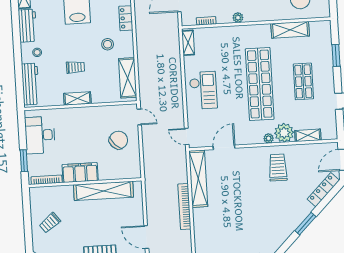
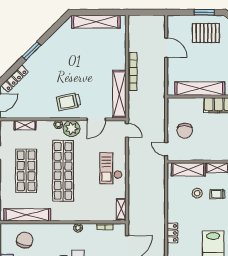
shelving: (290, 30) -> (27, 215), width x1.47
stool: (108, 44) -> (197, 193), moved
shelving: (128, 78) -> (188, 169), moved, turned 90
shop shelf: (303, 81) -> (26, 171), width x1.43, depth x1.36
plant: (284, 133) -> (72, 129), moved
chair: (118, 140) -> (185, 131), turned -46
trolley: (278, 168) -> (68, 102), moved, turned 78

